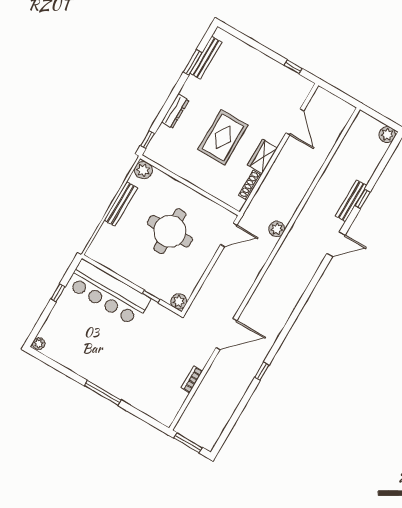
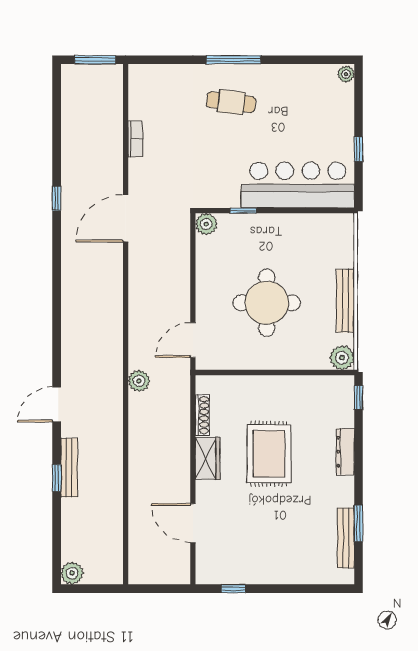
cafe table: (120, 368) -> (231, 102), added

